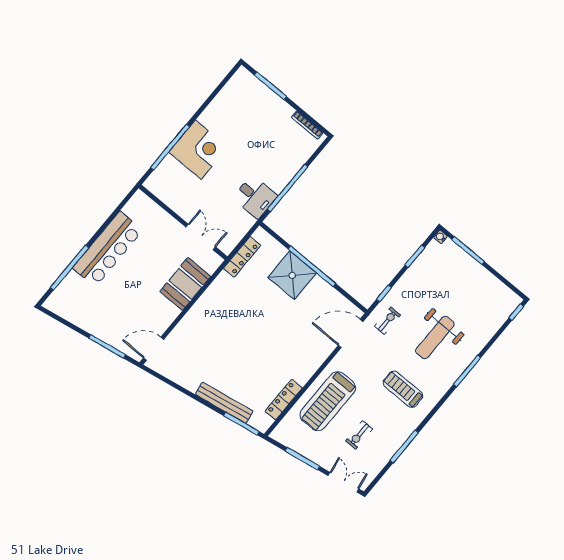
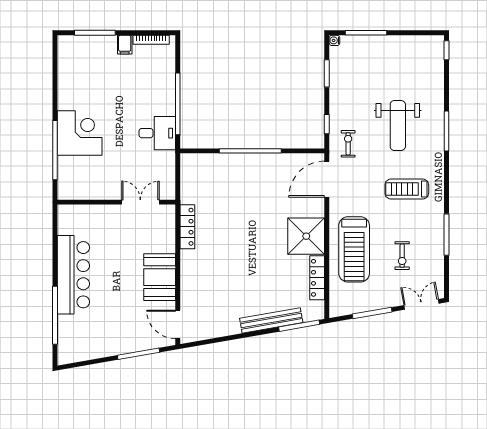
filing cabinet: (285, 112) -> (125, 45), added
locker: (242, 257) -> (187, 227), moved
shower: (292, 275) -> (306, 236), moved
booth: (185, 284) -> (160, 277), moved
door: (154, 349) -> (178, 324), hinge flipped

